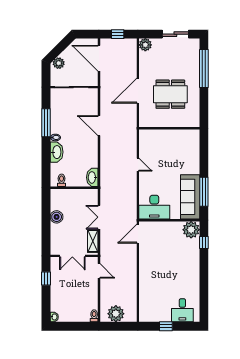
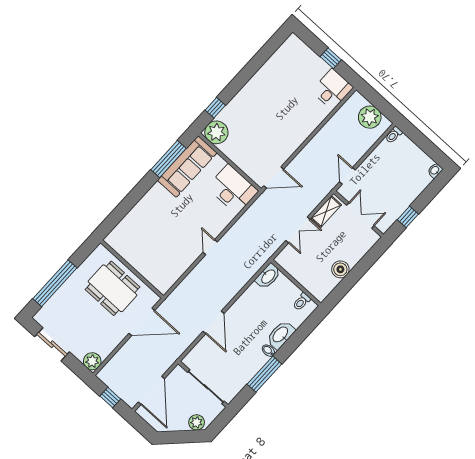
wall: (169, 128) -> (132, 269), moved
desk: (182, 310) -> (332, 89), moved

